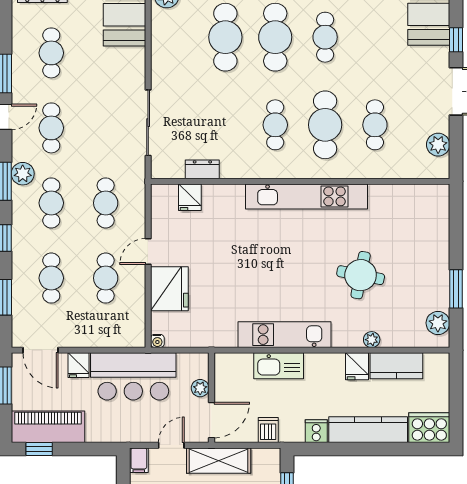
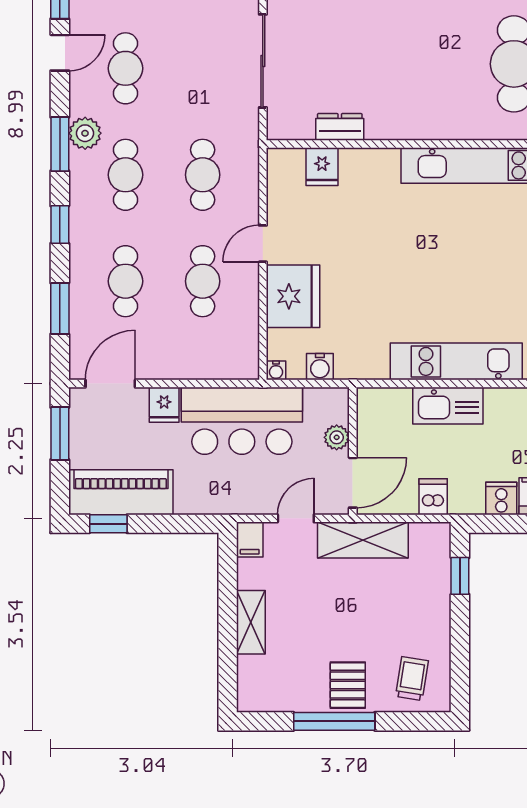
cafe table: (275, 125) -> (443, 64), removed
water cooler: (188, 338) -> (320, 367), added
door: (41, 350) -> (110, 384), swing flipped

